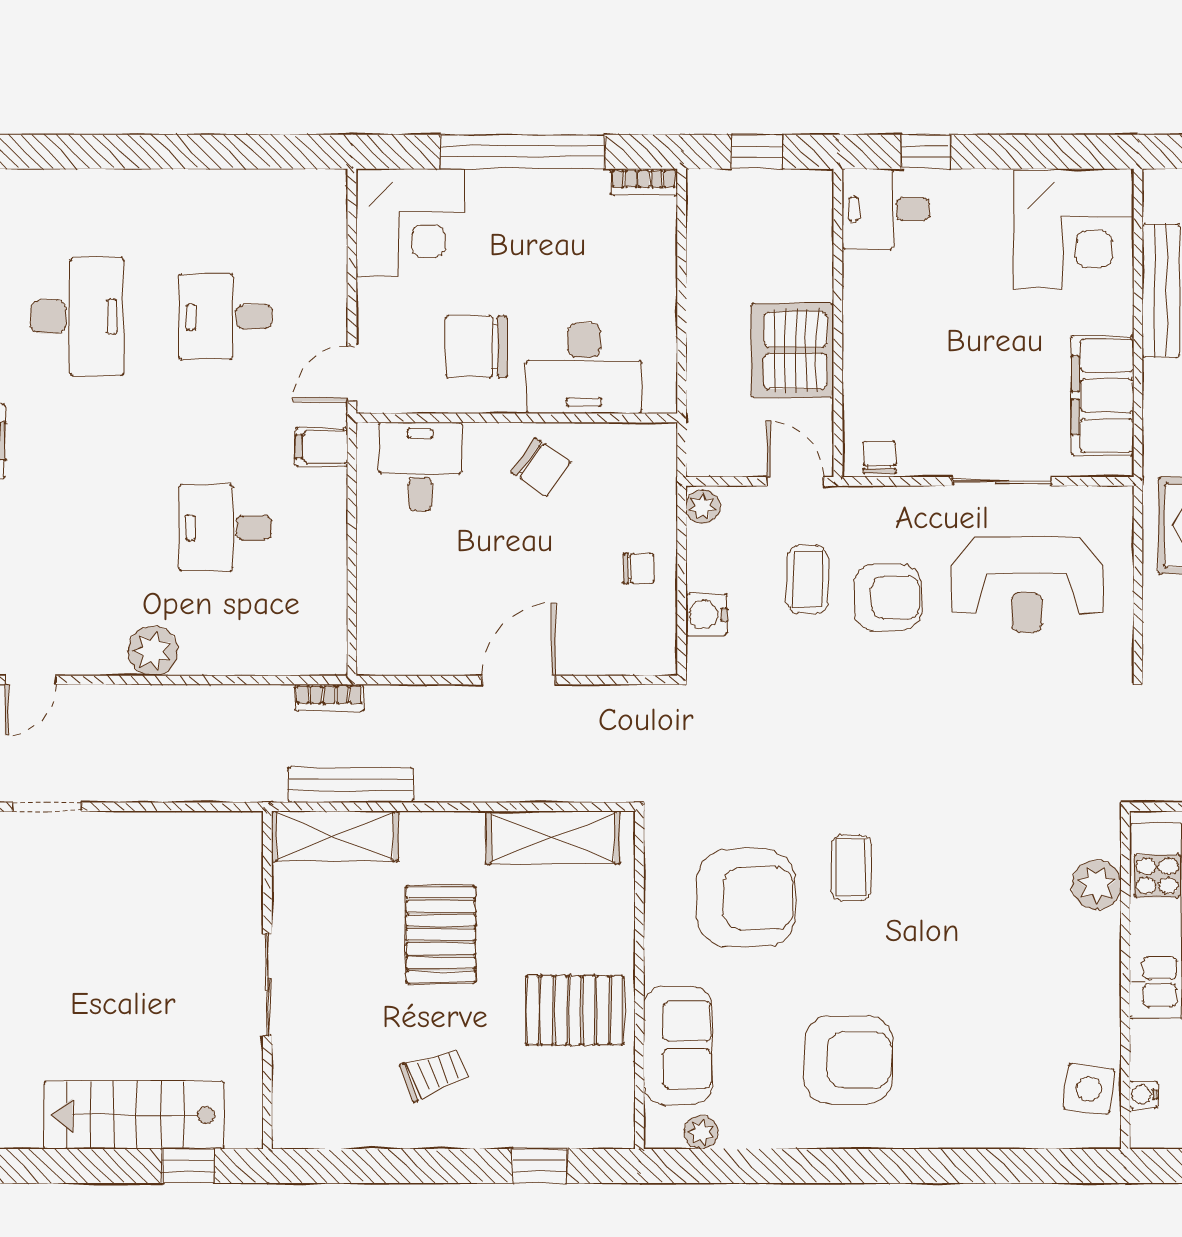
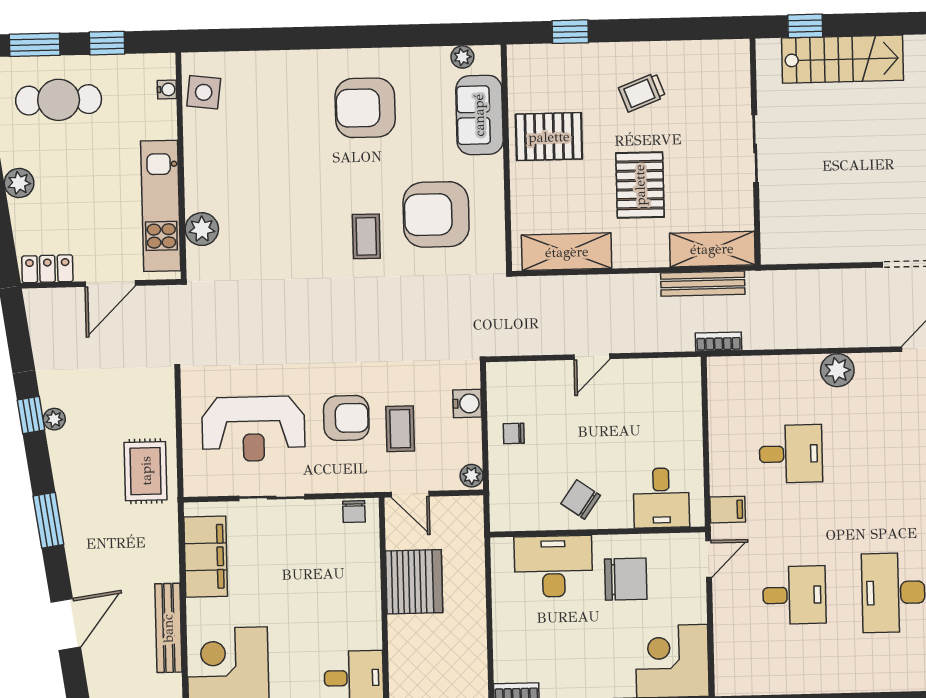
reception desk: (1027, 585) -> (253, 429), turned 180
armchair: (888, 597) -> (346, 418), turned 180
door: (519, 680) -> (592, 357), width x0.73

